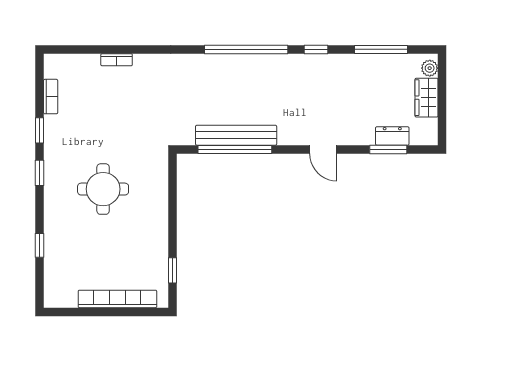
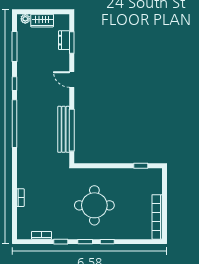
door: (323, 149) -> (72, 80), swing flipped
round table: (103, 189) -> (94, 205), width x1.36, depth x1.36
window: (40, 245) -> (107, 242), moved
bookcase: (117, 299) -> (157, 217), moved

